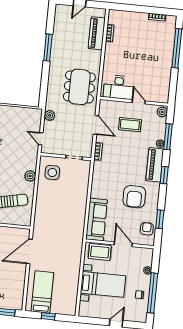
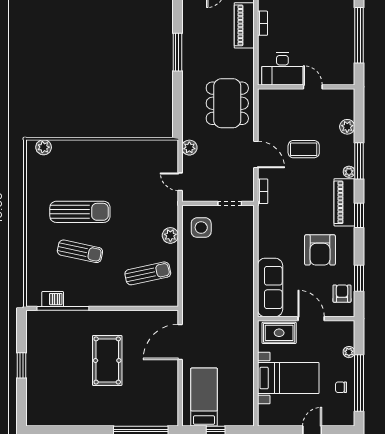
desk: (119, 87) -> (282, 69), moved
wall: (134, 101) -> (306, 87), moved
door: (139, 102) -> (313, 87), moved

